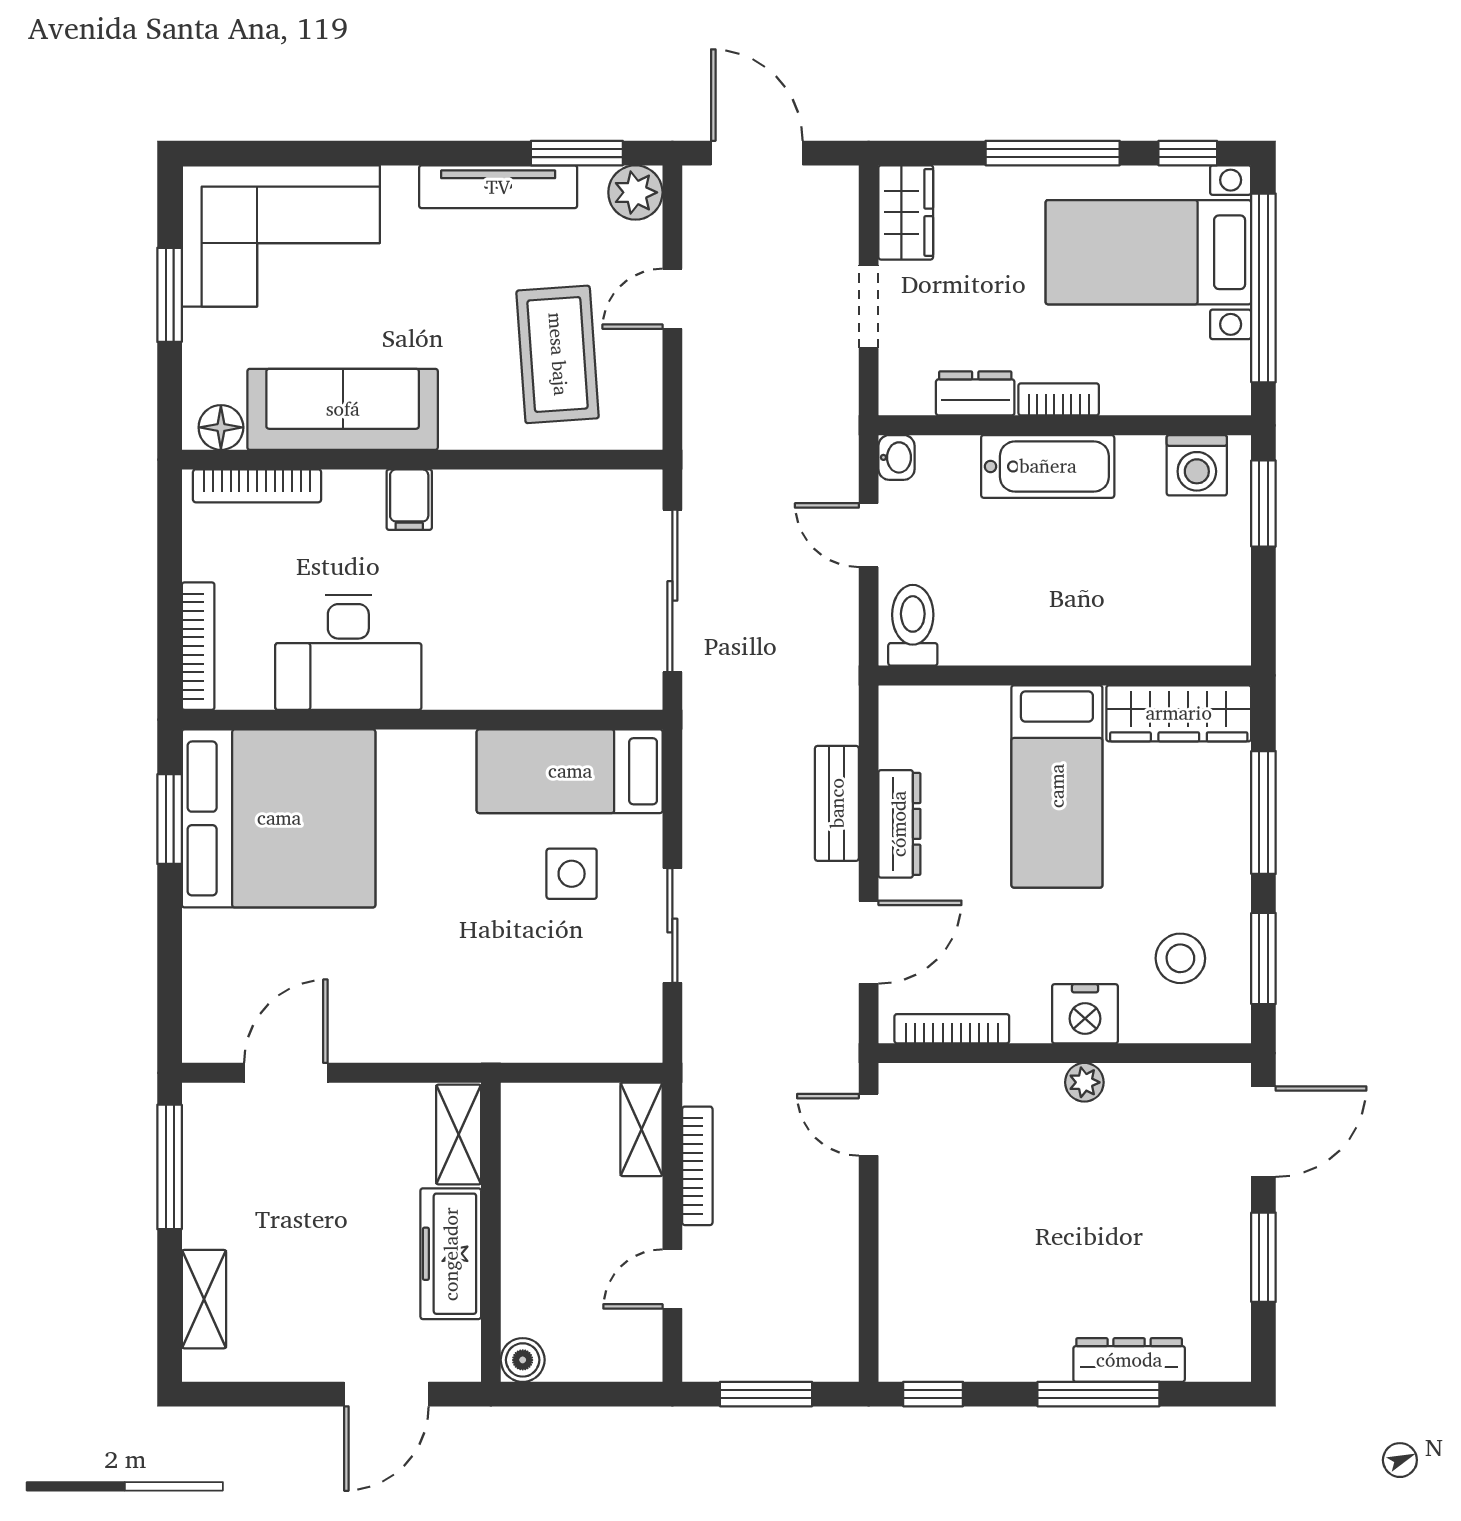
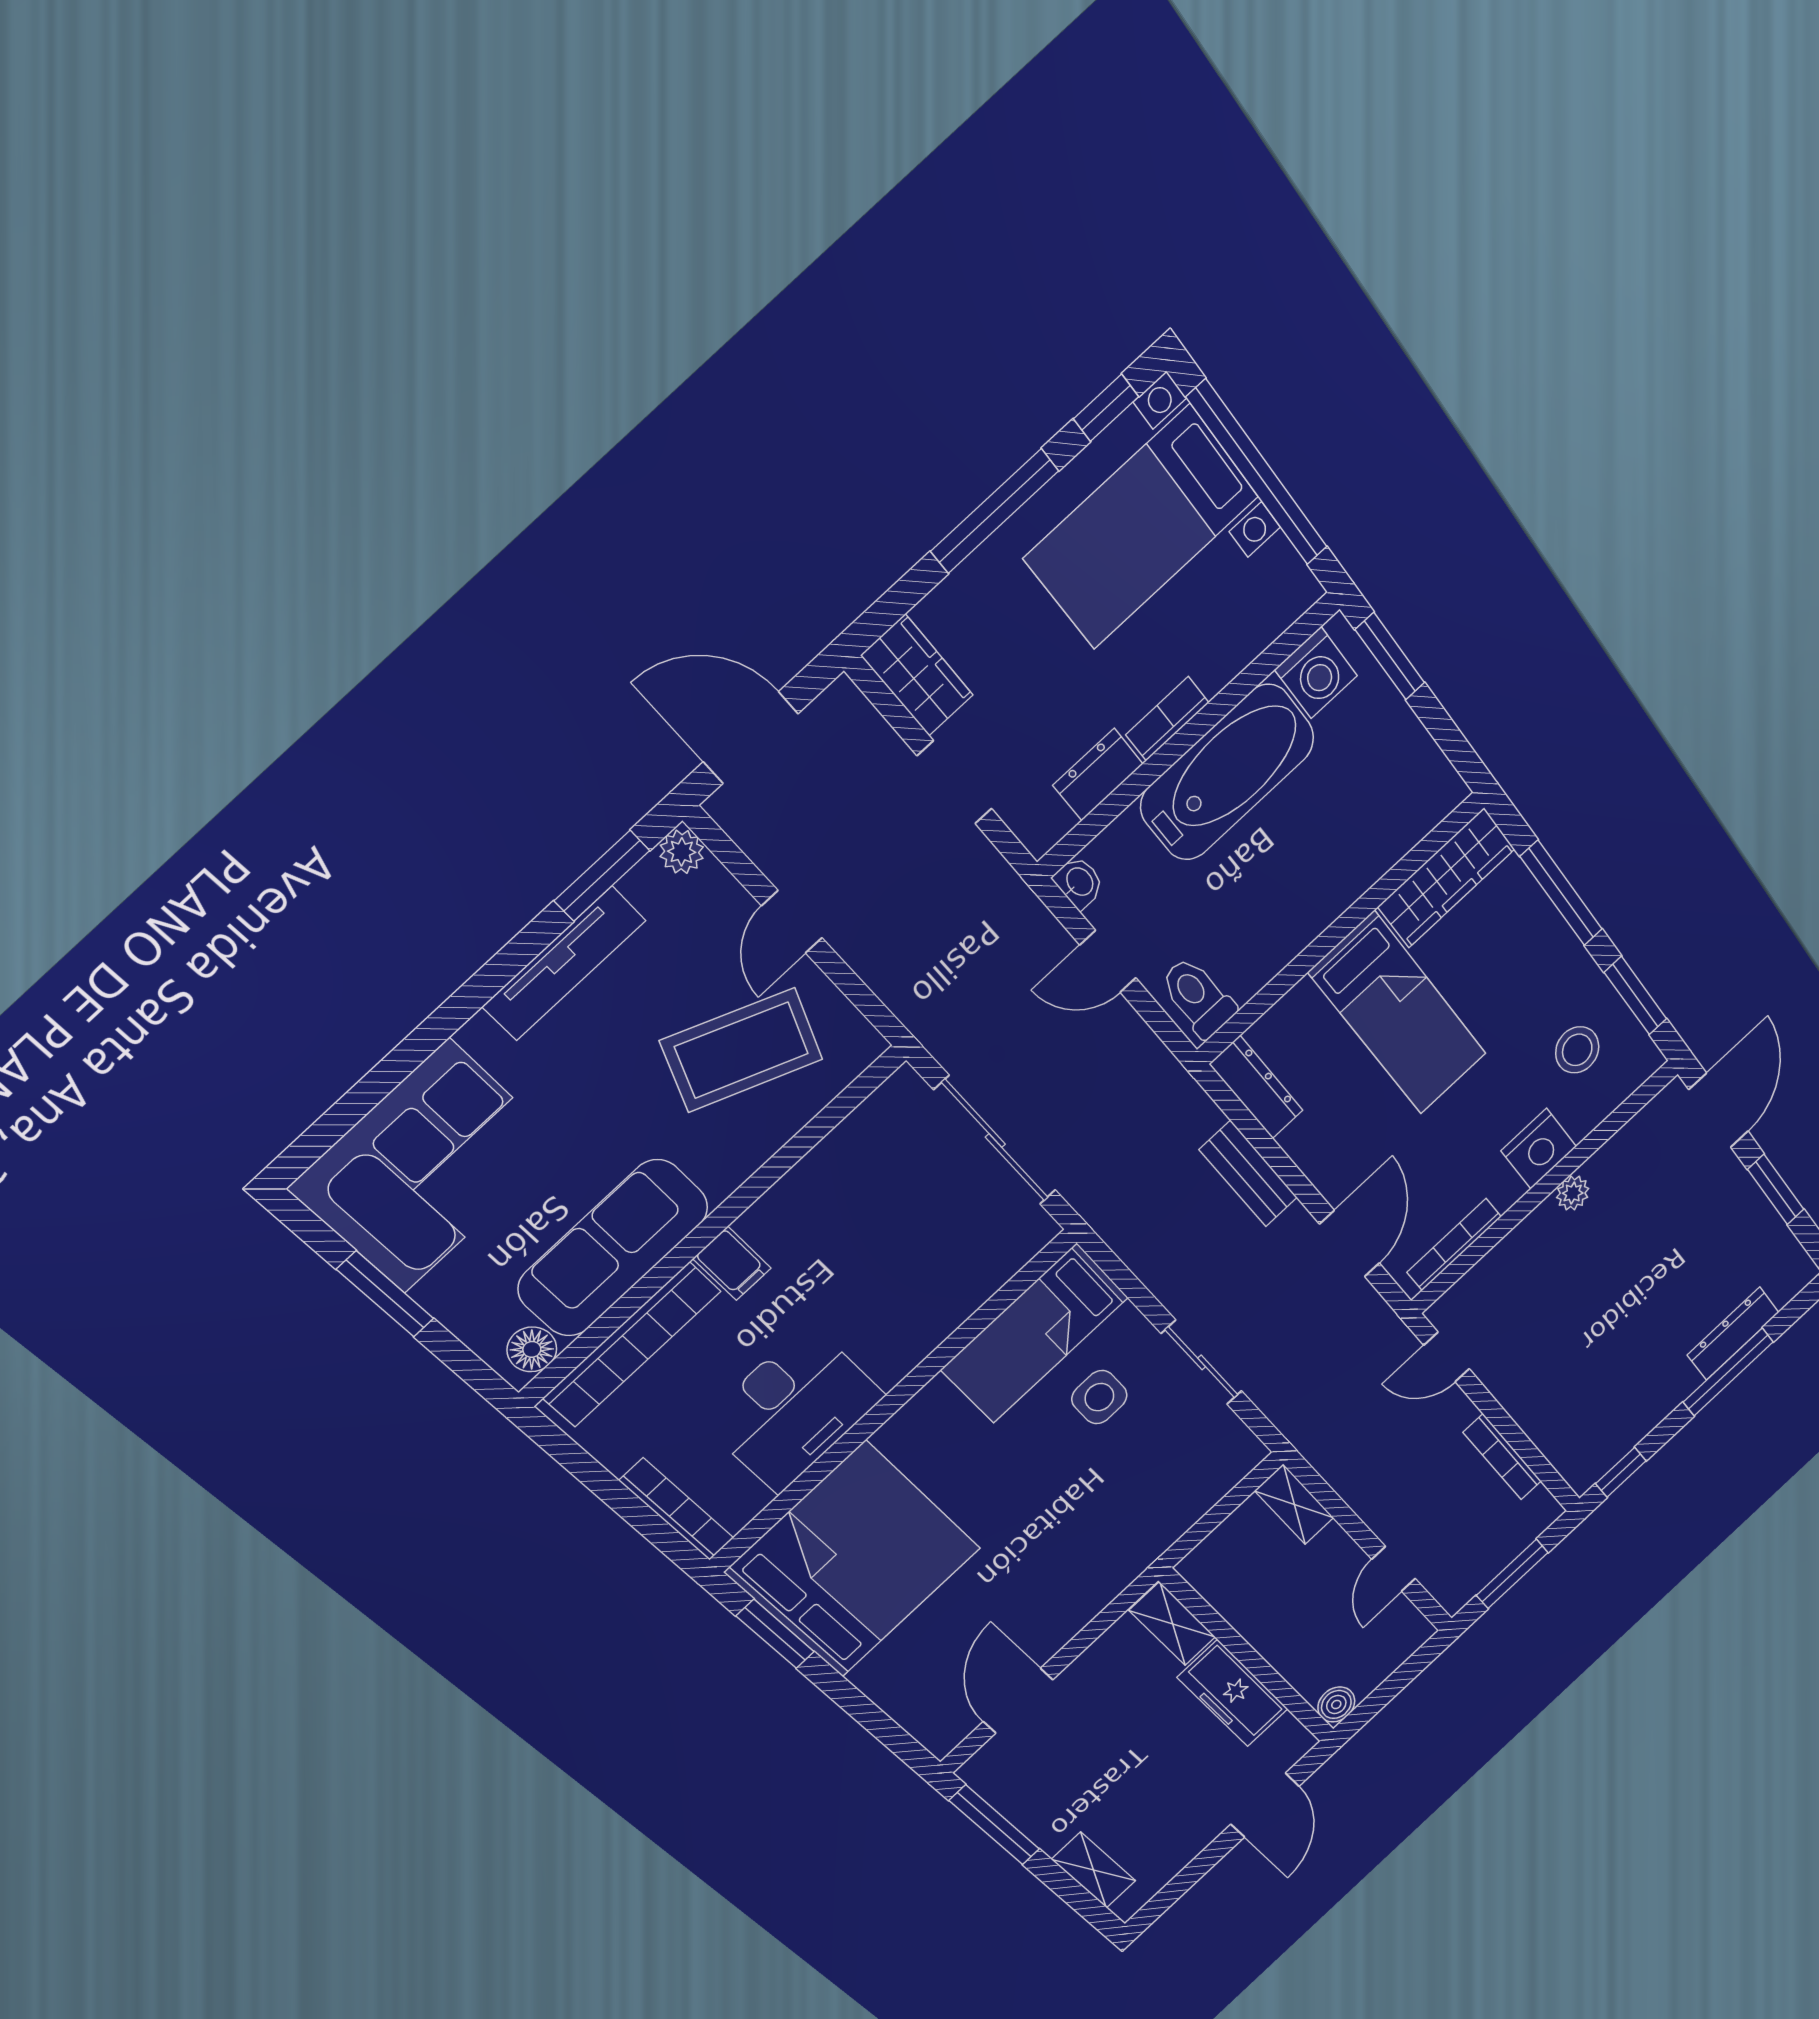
plant: (635, 192) -> (682, 852), width x0.73, depth x0.73
coffee table: (558, 354) -> (742, 1050), turned -64
bathtub: (1048, 466) -> (1228, 772), width x1.36, depth x1.36
bookcase: (257, 486) -> (632, 1345), width x1.48, depth x1.31
dresser: (899, 824) -> (1256, 1087), moved
bookcase: (697, 1166) -> (1502, 1457), moved, turned 180

